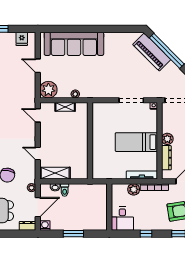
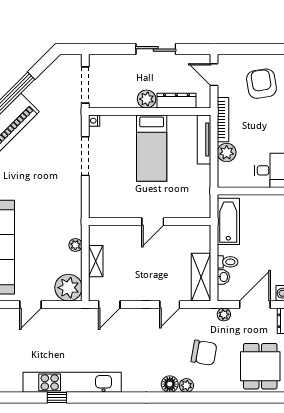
door: (90, 143) -> (153, 222), added
bathtub: (90, 190) -> (228, 221), added
door: (38, 207) -> (255, 304), hinge flipped

